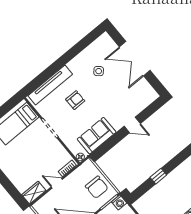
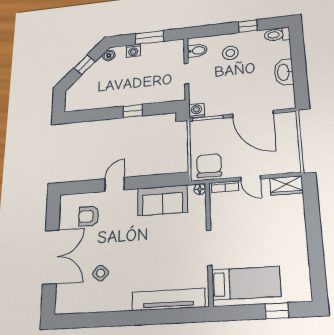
armchair: (75, 100) -> (89, 216), moved
door: (132, 125) -> (115, 184), hinge flipped
chair: (97, 187) -> (209, 166), moved

